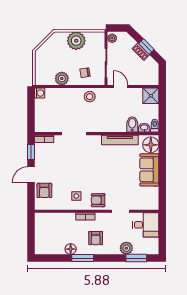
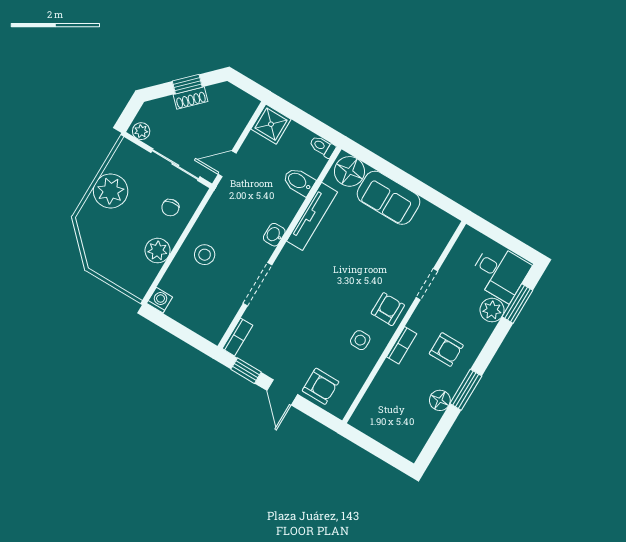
stool: (90, 97) -> (205, 255), moved
washbasin: (144, 128) -> (274, 235), moved
armchair: (98, 200) -> (388, 309), turned 180
desk: (146, 225) -> (500, 272), moved, turned 90

